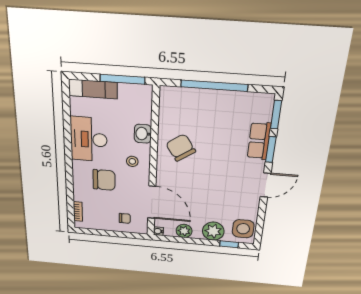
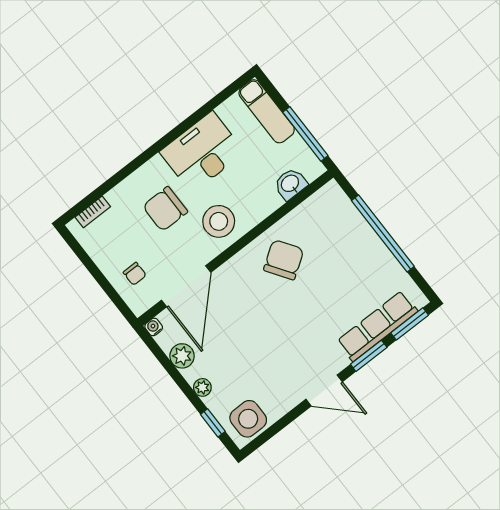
washbasin: (143, 134) -> (290, 184), moved
row of seats: (259, 141) -> (377, 326), width x1.48
stool: (132, 161) -> (219, 221), width x1.89, depth x1.89
chair: (104, 180) -> (165, 209), turned 90
plant: (213, 231) -> (202, 387), width x0.53, depth x0.53

